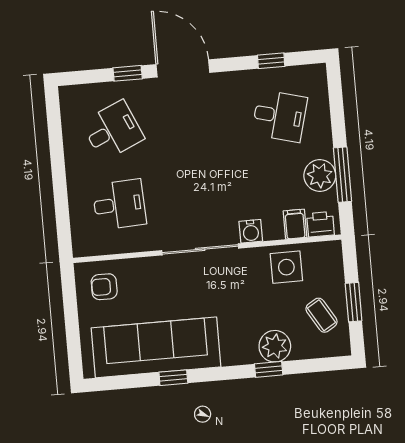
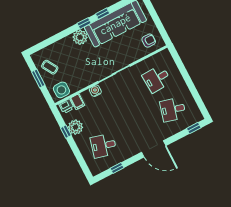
window: (128, 73) -> (194, 128), moved
desk: (113, 131) -> (173, 109), turned 39
window: (342, 175) -> (66, 132), width x0.46
side table: (286, 267) -> (61, 90), moved
plant: (275, 346) -> (80, 37), moved
window: (269, 369) -> (84, 23), moved

